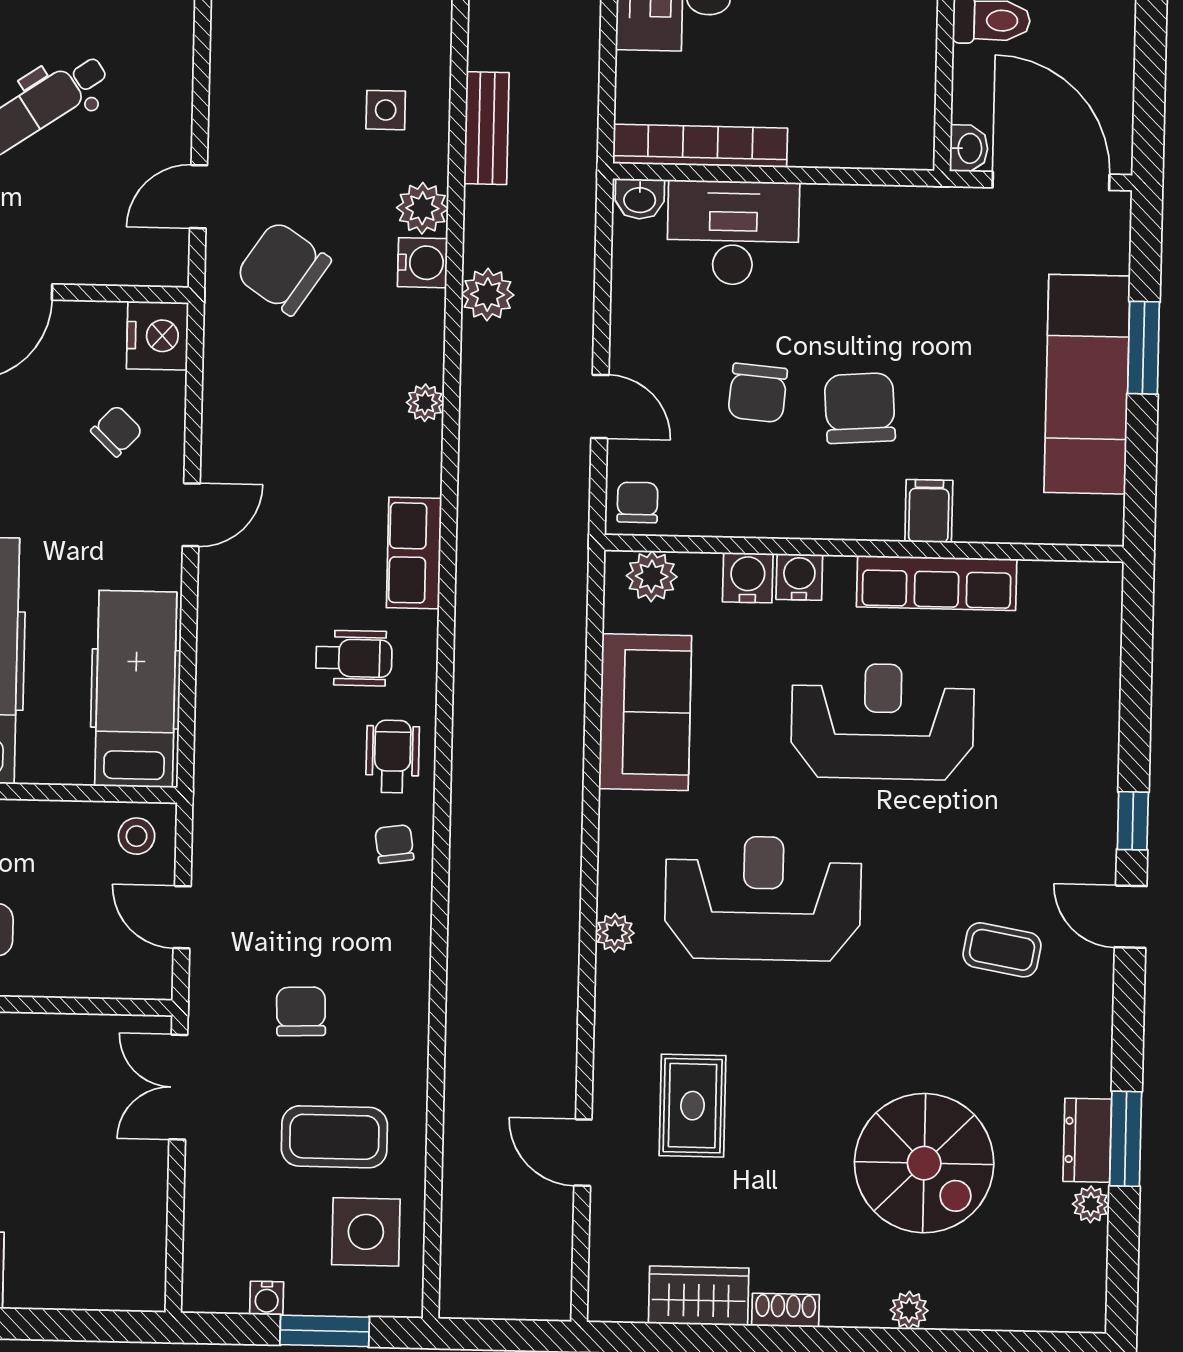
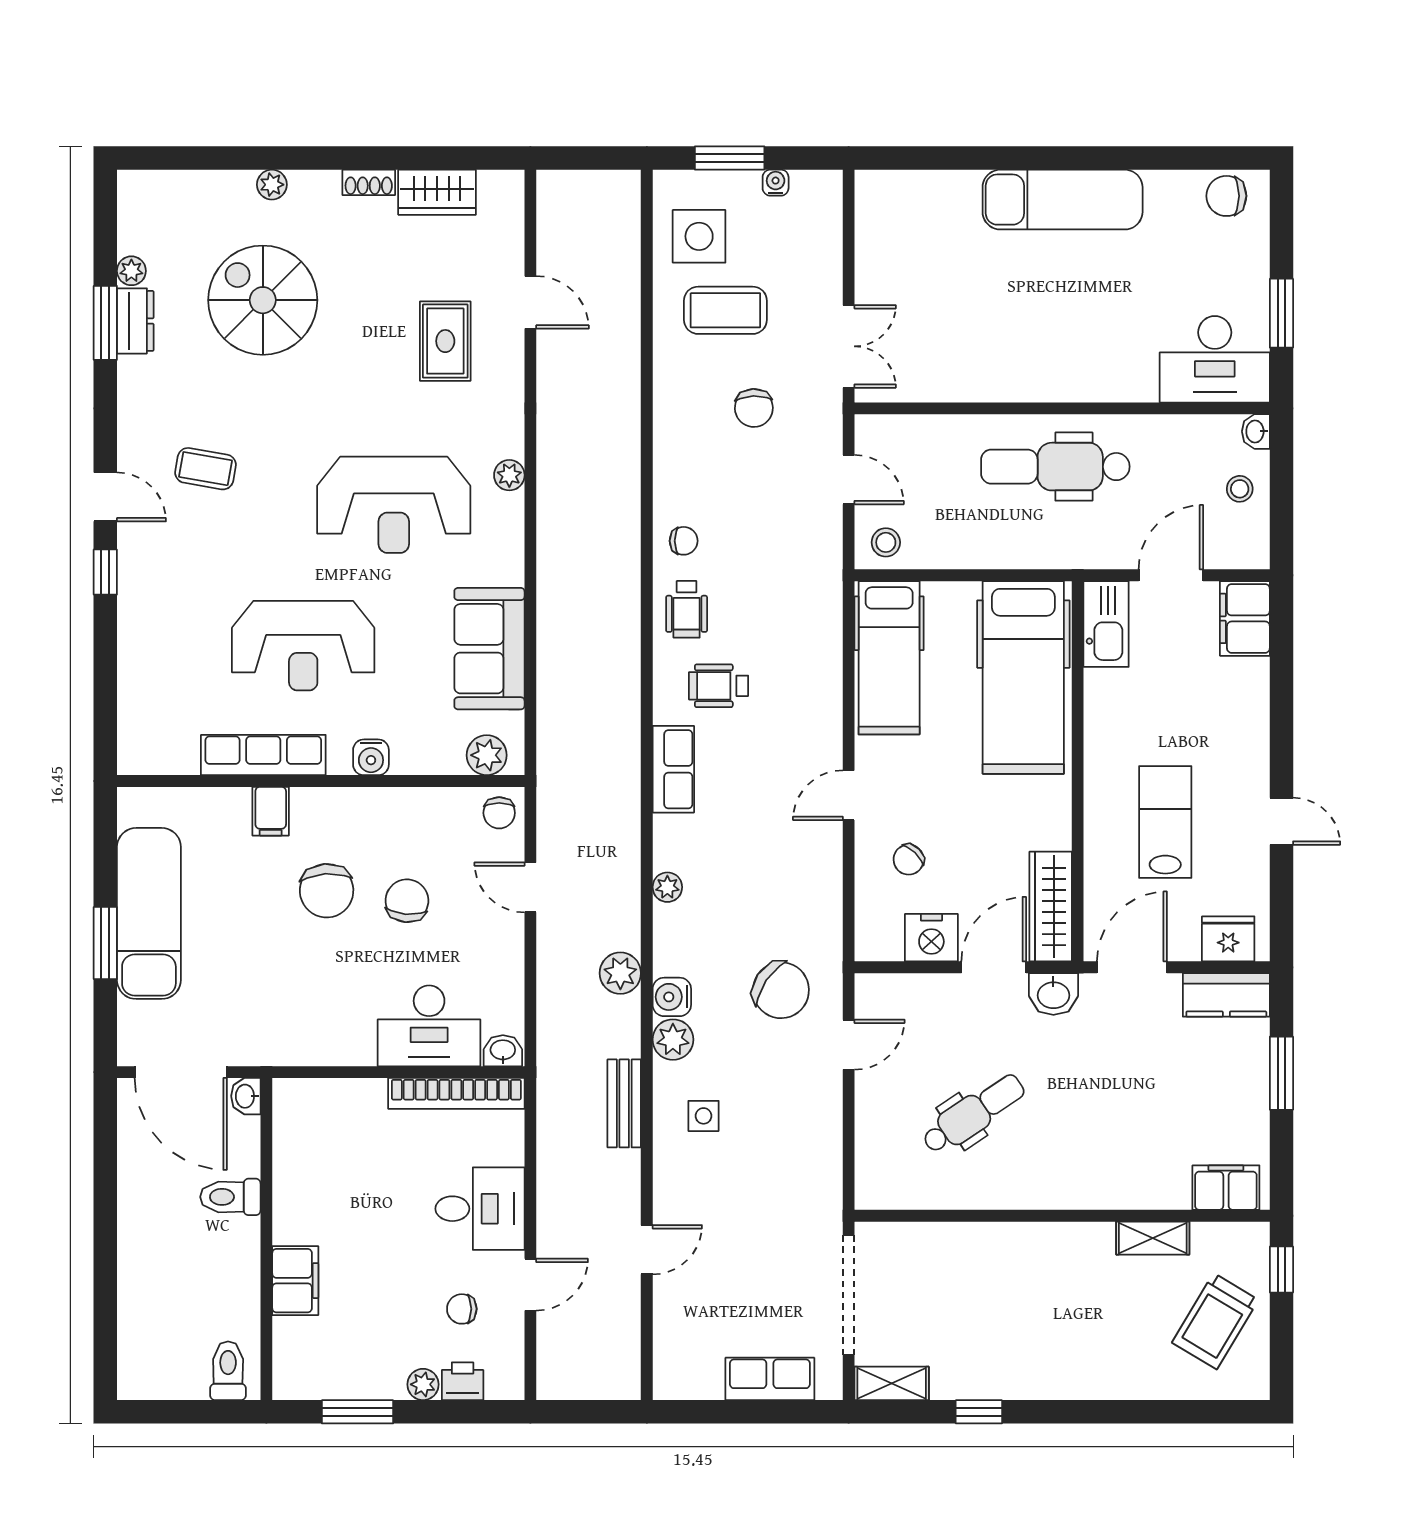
nightstand: (158, 336) -> (931, 938), moved, turned -90
water cooler: (748, 578) -> (411, 756), removed
chair: (394, 844) -> (684, 541), turned -82

